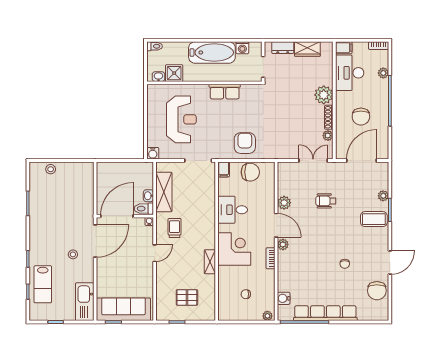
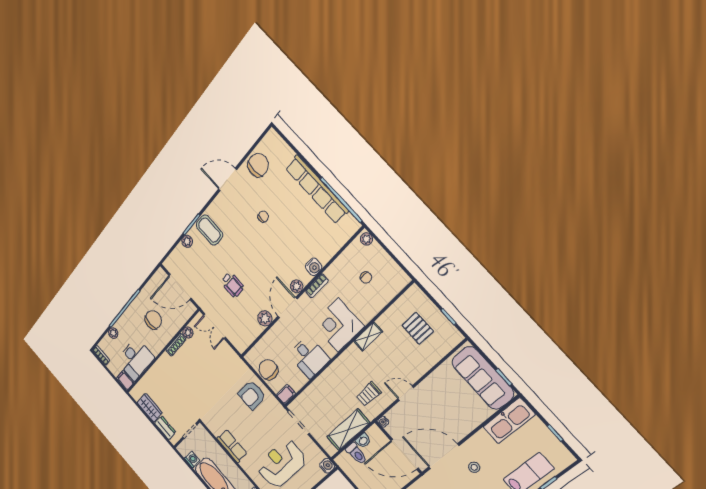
plant: (324, 95) -> (166, 364), removed
toilet: (144, 209) -> (356, 454), moved
water cooler: (284, 298) -> (314, 267), moved

